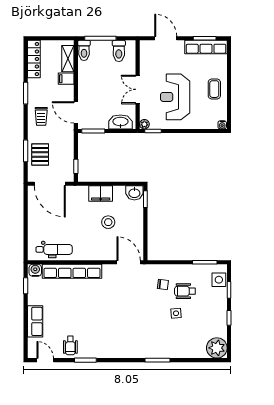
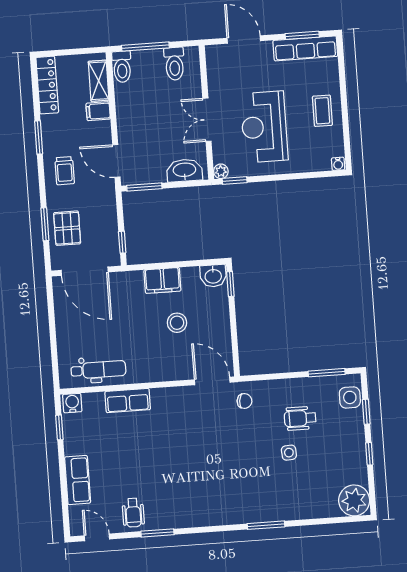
row of seats: (72, 271) -> (128, 401), width x0.50
chair: (163, 284) -> (244, 401), moved

